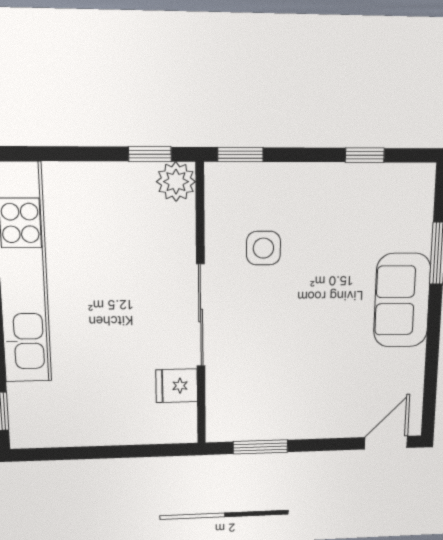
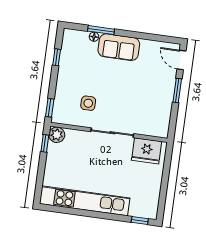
floor lamp: (421, 239) -> (94, 37), added
fridge: (177, 386) -> (147, 151), width x1.88, depth x1.34
window: (260, 447) -> (177, 90), moved

